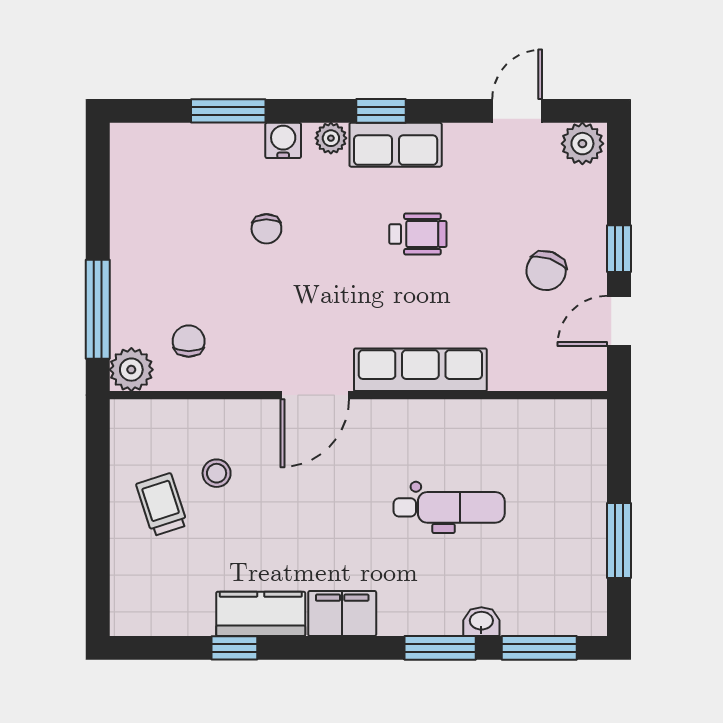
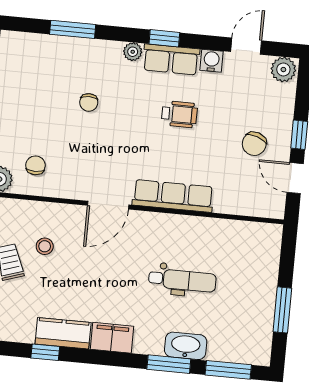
water cooler: (283, 140) -> (212, 61), moved
door: (619, 321) -> (295, 178), hinge flipped
washbasin: (481, 622) -> (186, 346), width x1.91, depth x1.45

